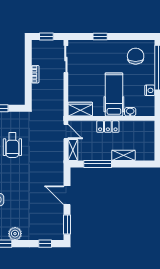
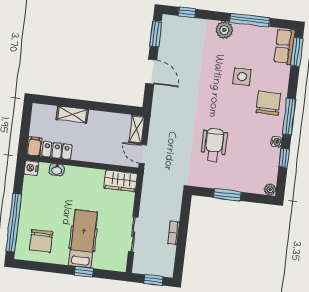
sliding door: (66, 59) -> (133, 234), moved
nightstand: (150, 90) -> (31, 168), moved
hospital bed: (114, 94) -> (83, 239), moved, turned 180
locker: (108, 127) -> (57, 150), moved
filing cabinet: (149, 128) -> (34, 146), added
window: (98, 164) -> (107, 107), removed

